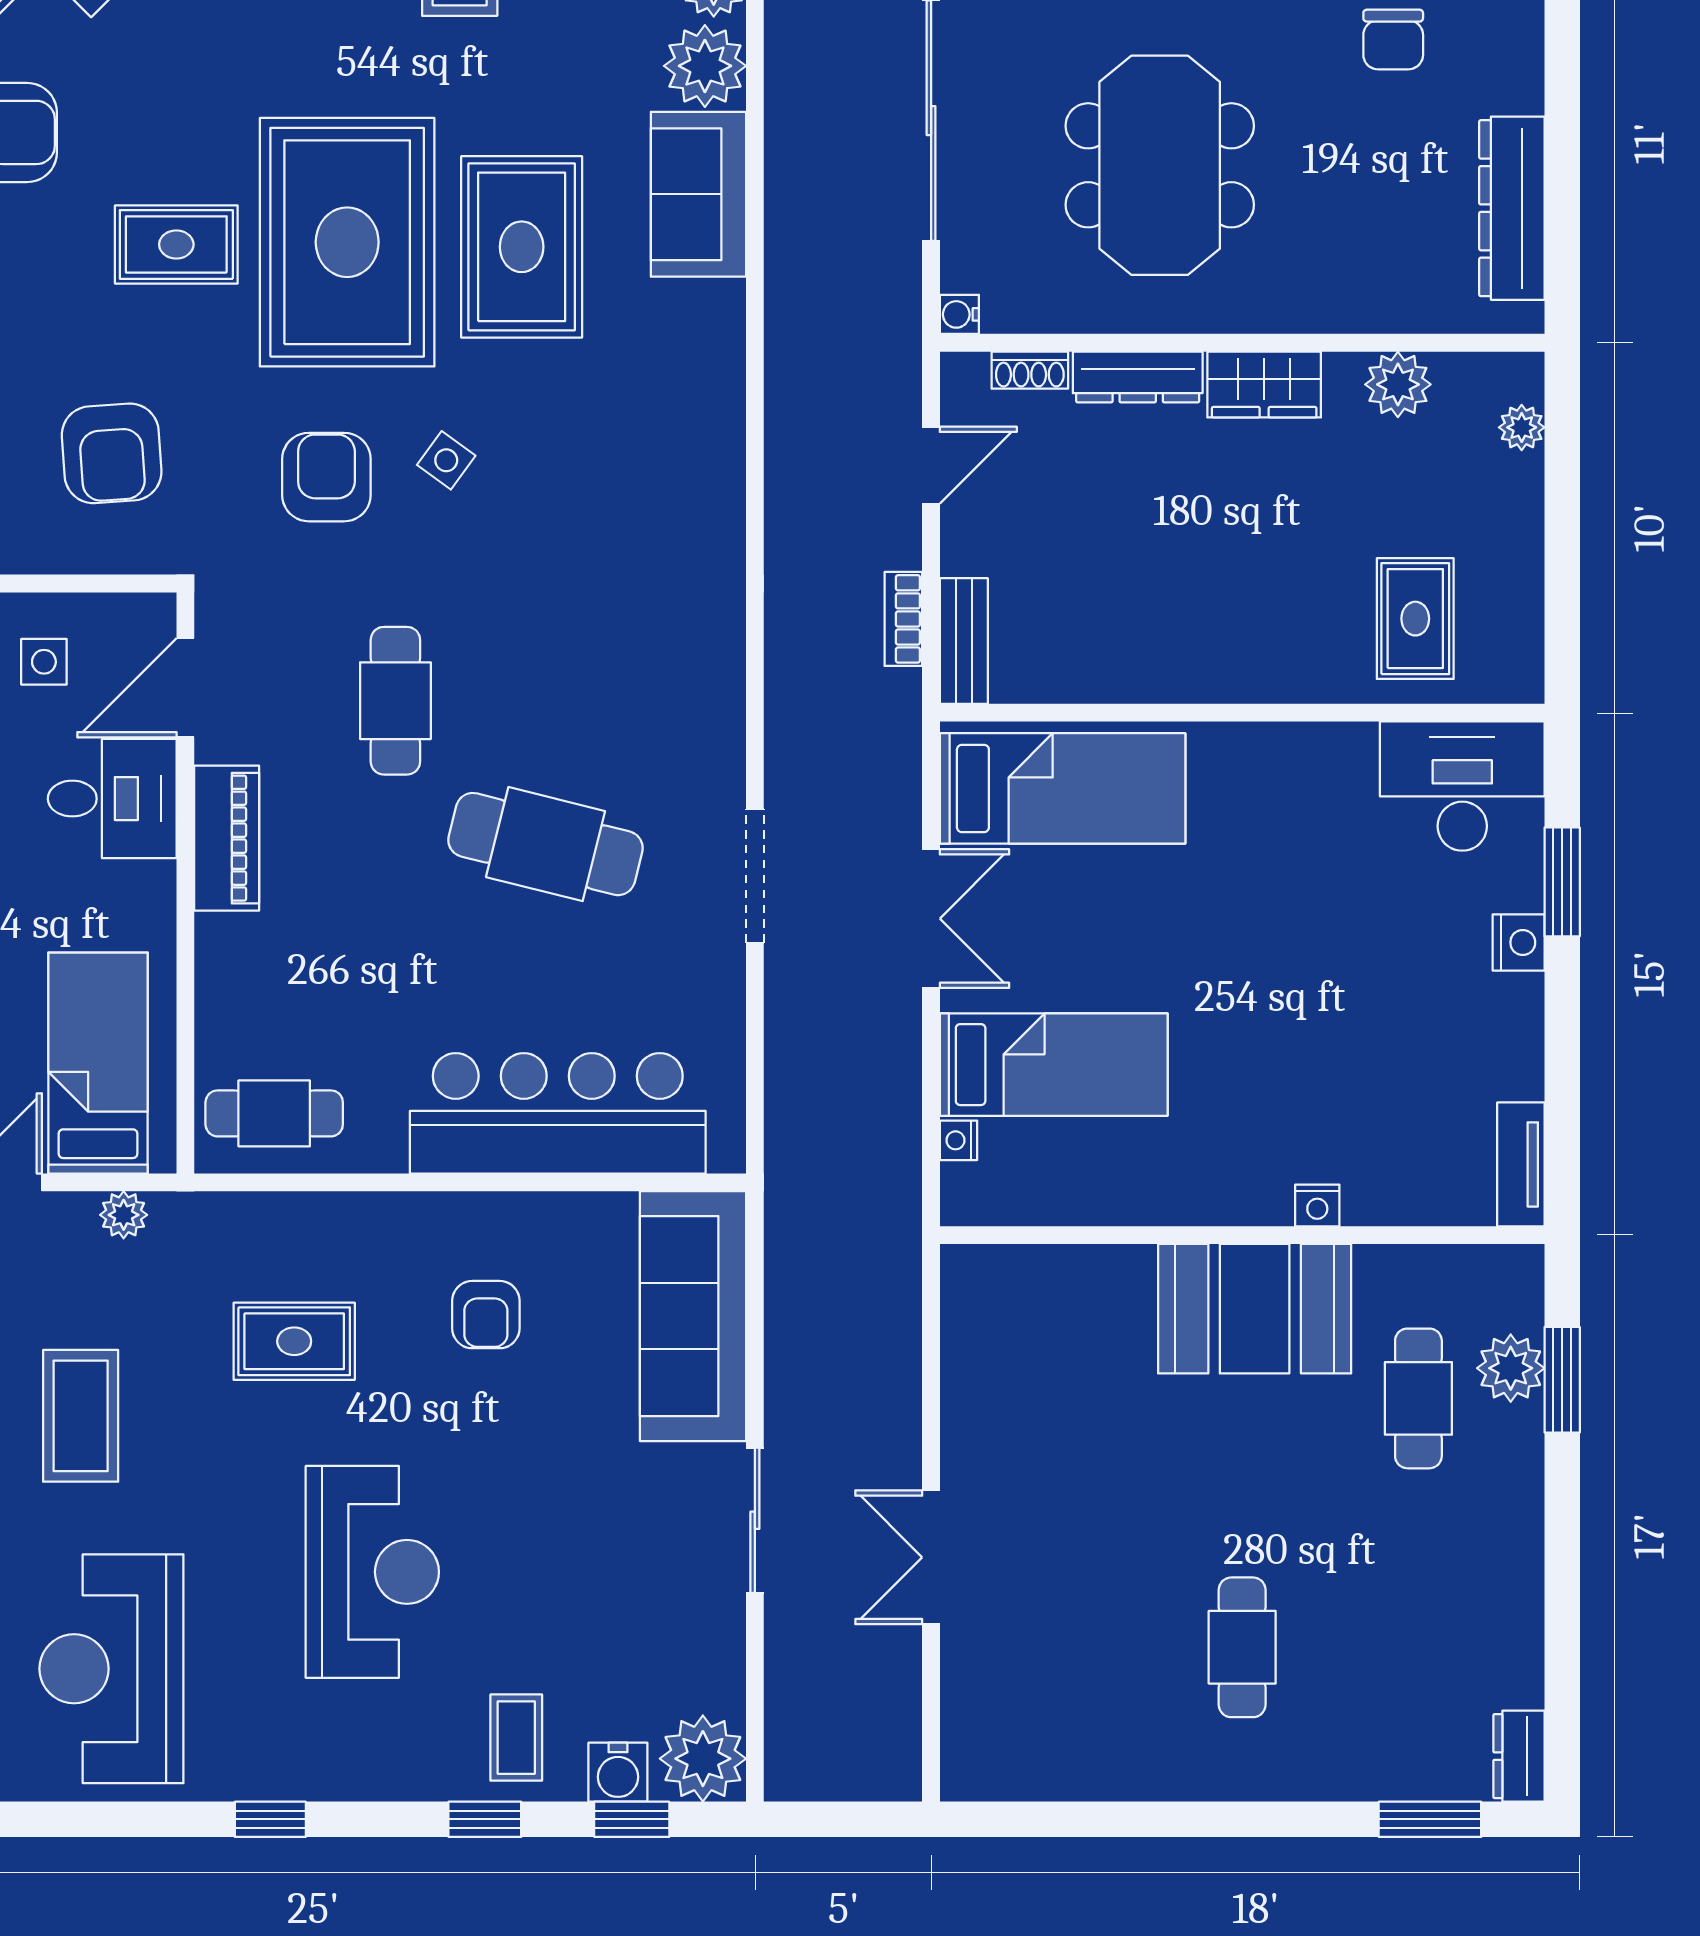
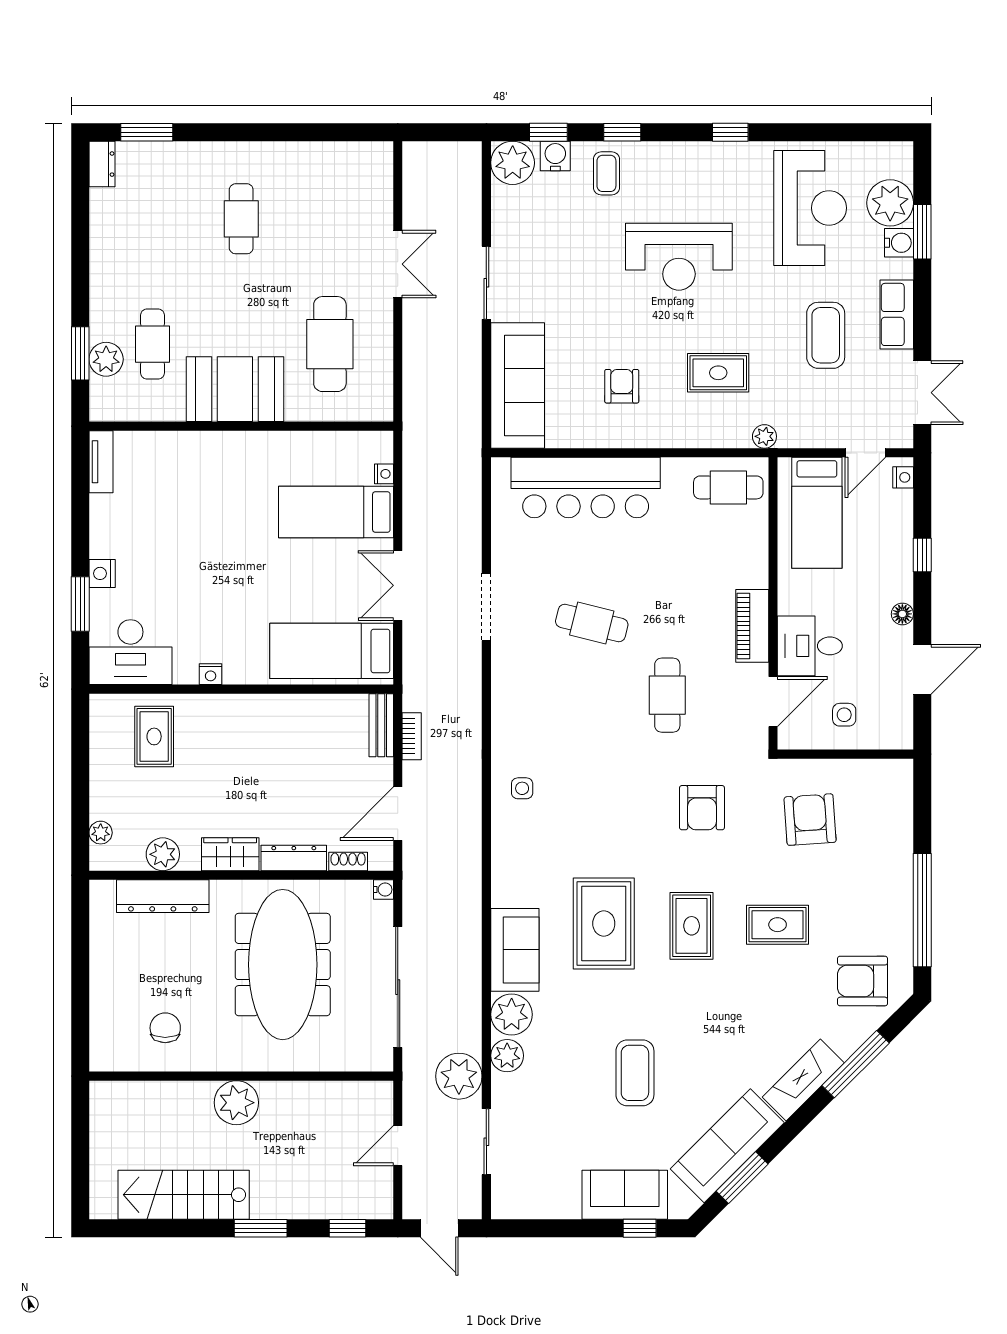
meeting table: (1160, 165) -> (283, 965), width x1.36
dresser: (1512, 208) -> (163, 896), moved, turned 90
rug: (347, 242) -> (692, 926), width x0.54, depth x0.49
side table: (446, 460) -> (522, 788), moved, turned -36
door: (931, 465) -> (398, 814), width x1.38
cafe table: (545, 844) -> (592, 623), width x0.73, depth x0.74
nightstand: (1317, 1205) -> (211, 674), moved, turned 180
plant: (124, 1215) -> (764, 436), moved
cafe table: (1066, 1398) -> (330, 344), added
reception desk: (372, 1572) -> (679, 257), turned -90

